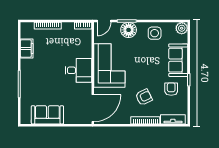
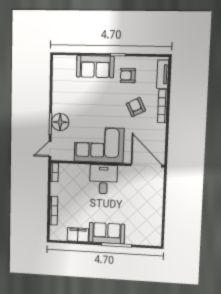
door: (104, 21) -> (50, 149), swing flipped
plant: (182, 28) -> (59, 62), removed
side table: (155, 33) -> (64, 93), removed
sofa: (47, 115) -> (107, 233), moved, turned 90

